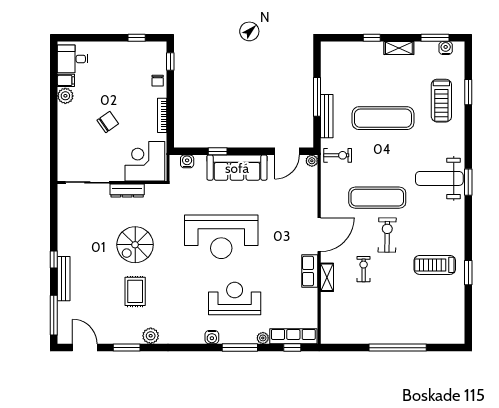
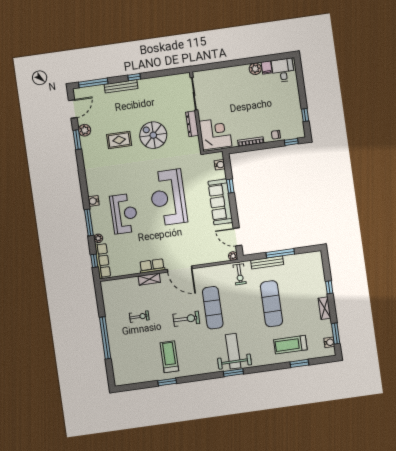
chair: (108, 122) -> (240, 102), removed
exercise bike: (364, 269) -> (139, 317), moved
plant: (151, 336) -> (85, 130), moved

